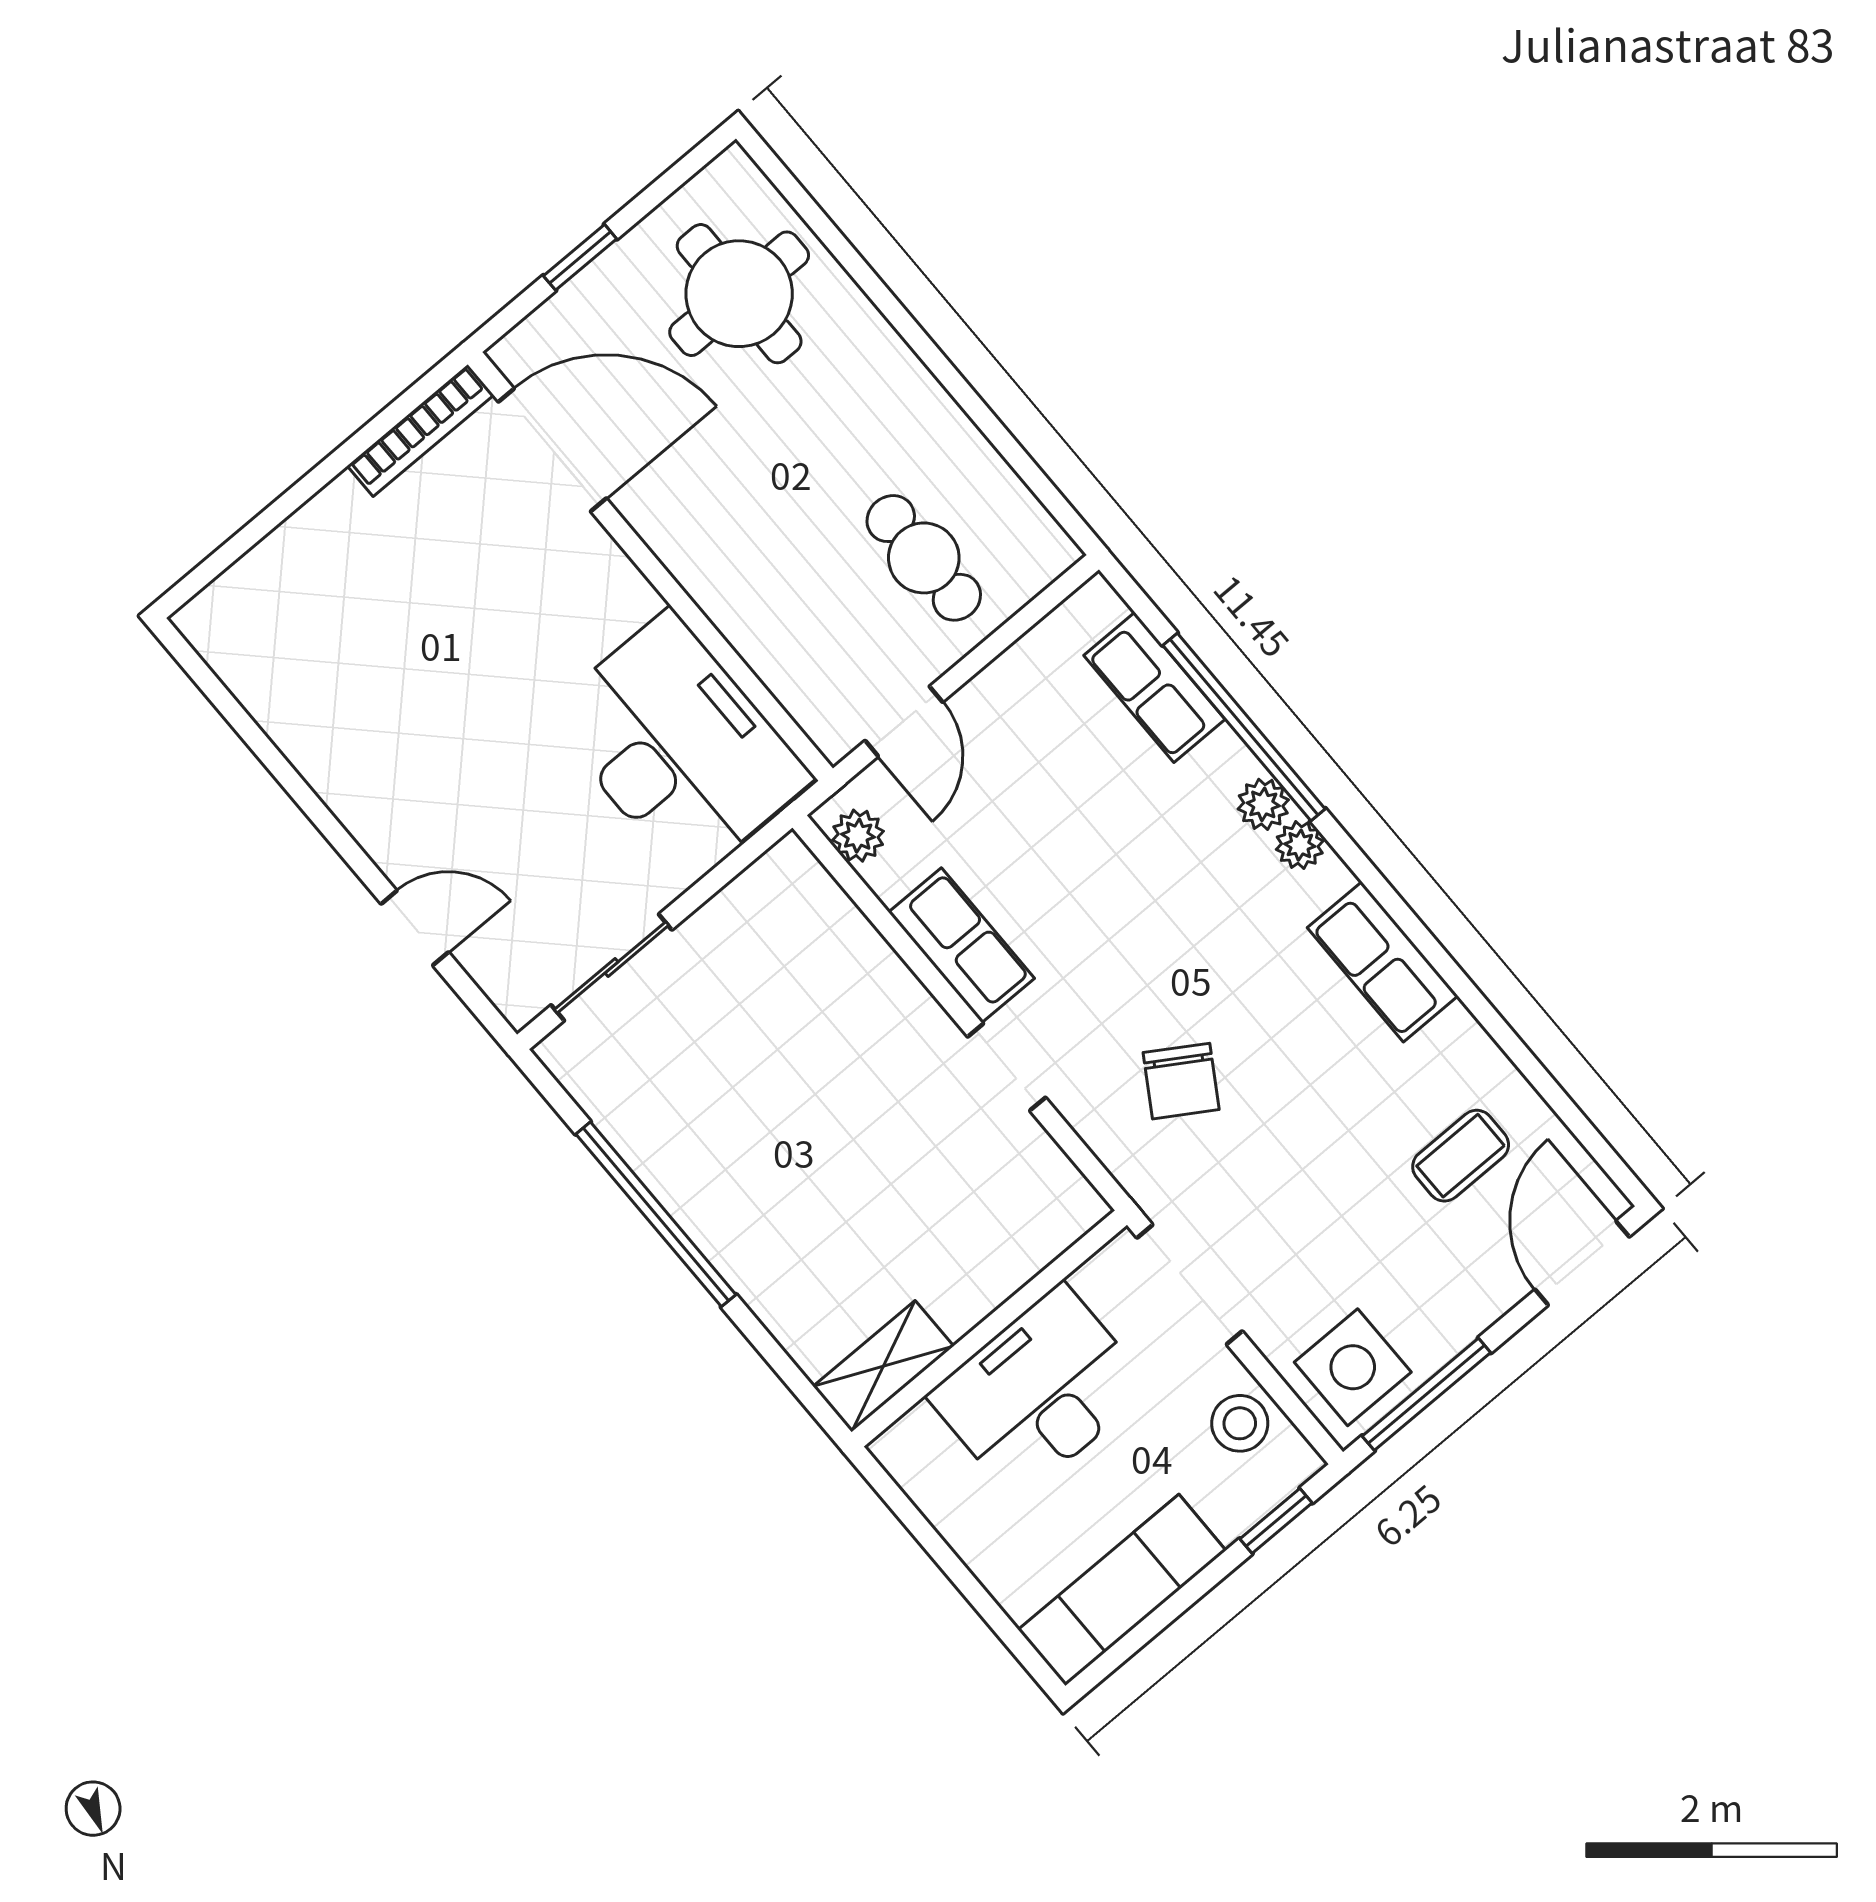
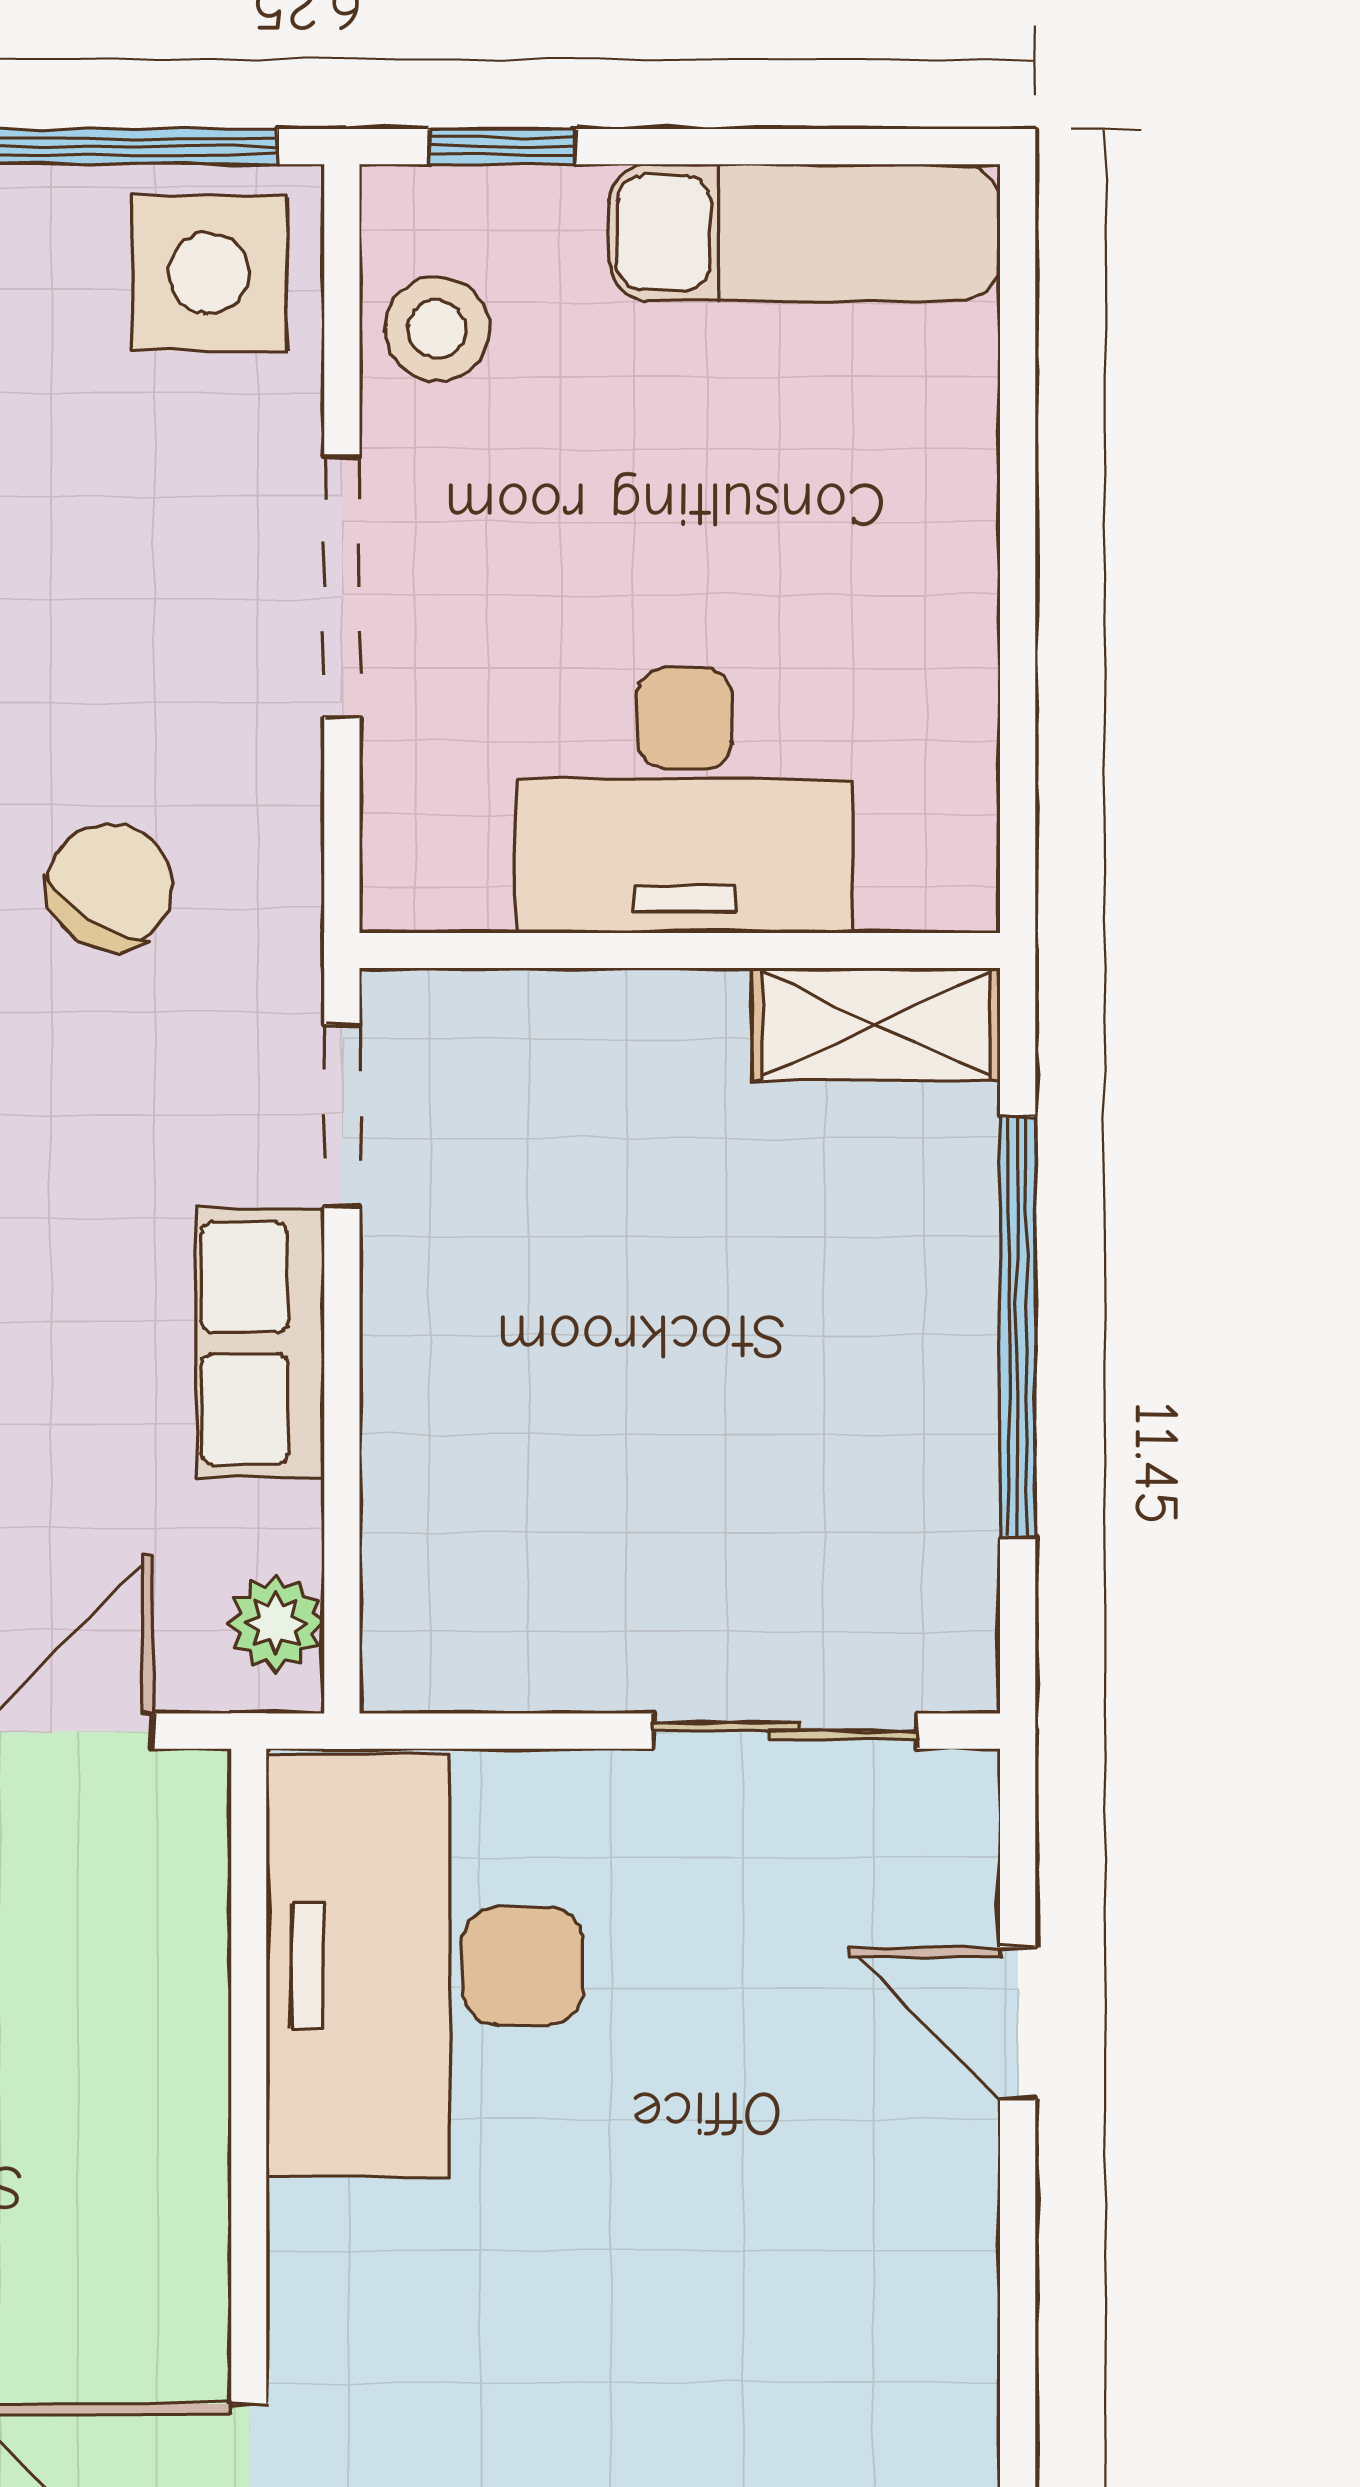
wall: (989, 1329) -> (680, 950), moved
shelving: (883, 1366) -> (876, 1024), moved
desk: (1039, 1392) -> (684, 800), moved

